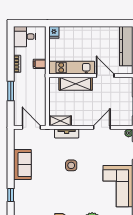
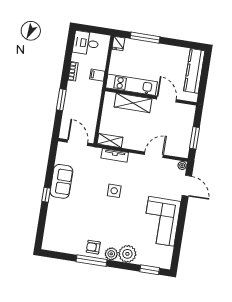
window: (77, 23) -> (145, 38), added
window: (11, 195) -> (46, 195), moved

